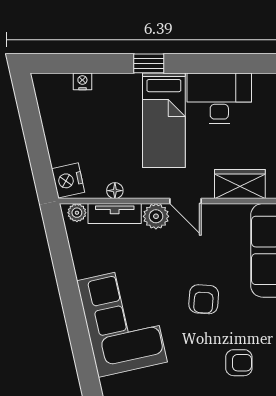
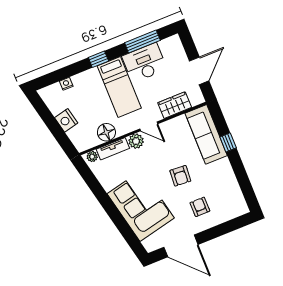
window: (229, 63) -> (142, 42), added
nightstand: (68, 180) -> (66, 120), moved
floor lamp: (115, 191) -> (106, 132), width x1.89, depth x1.89
armchair: (239, 363) -> (200, 207), moved, turned -90

